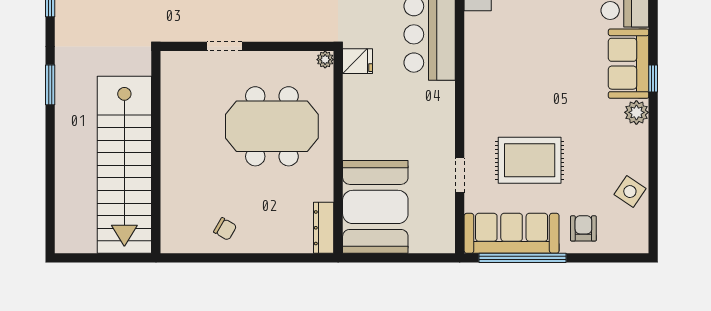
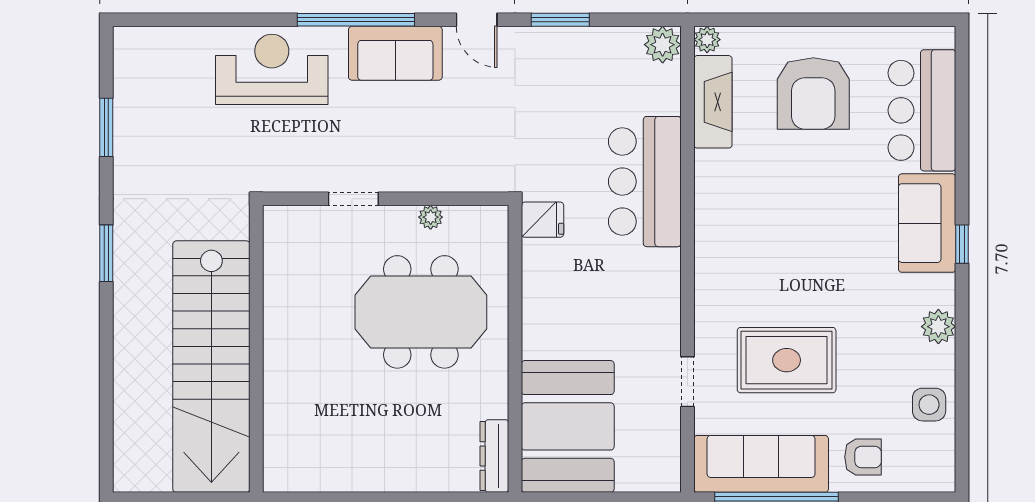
plant: (325, 60) -> (431, 217), moved
plant: (636, 112) -> (938, 327), moved
side table: (630, 192) -> (929, 405), turned -34
armchair: (583, 228) -> (863, 457), turned 90
chair: (225, 229) -> (354, 458), removed

